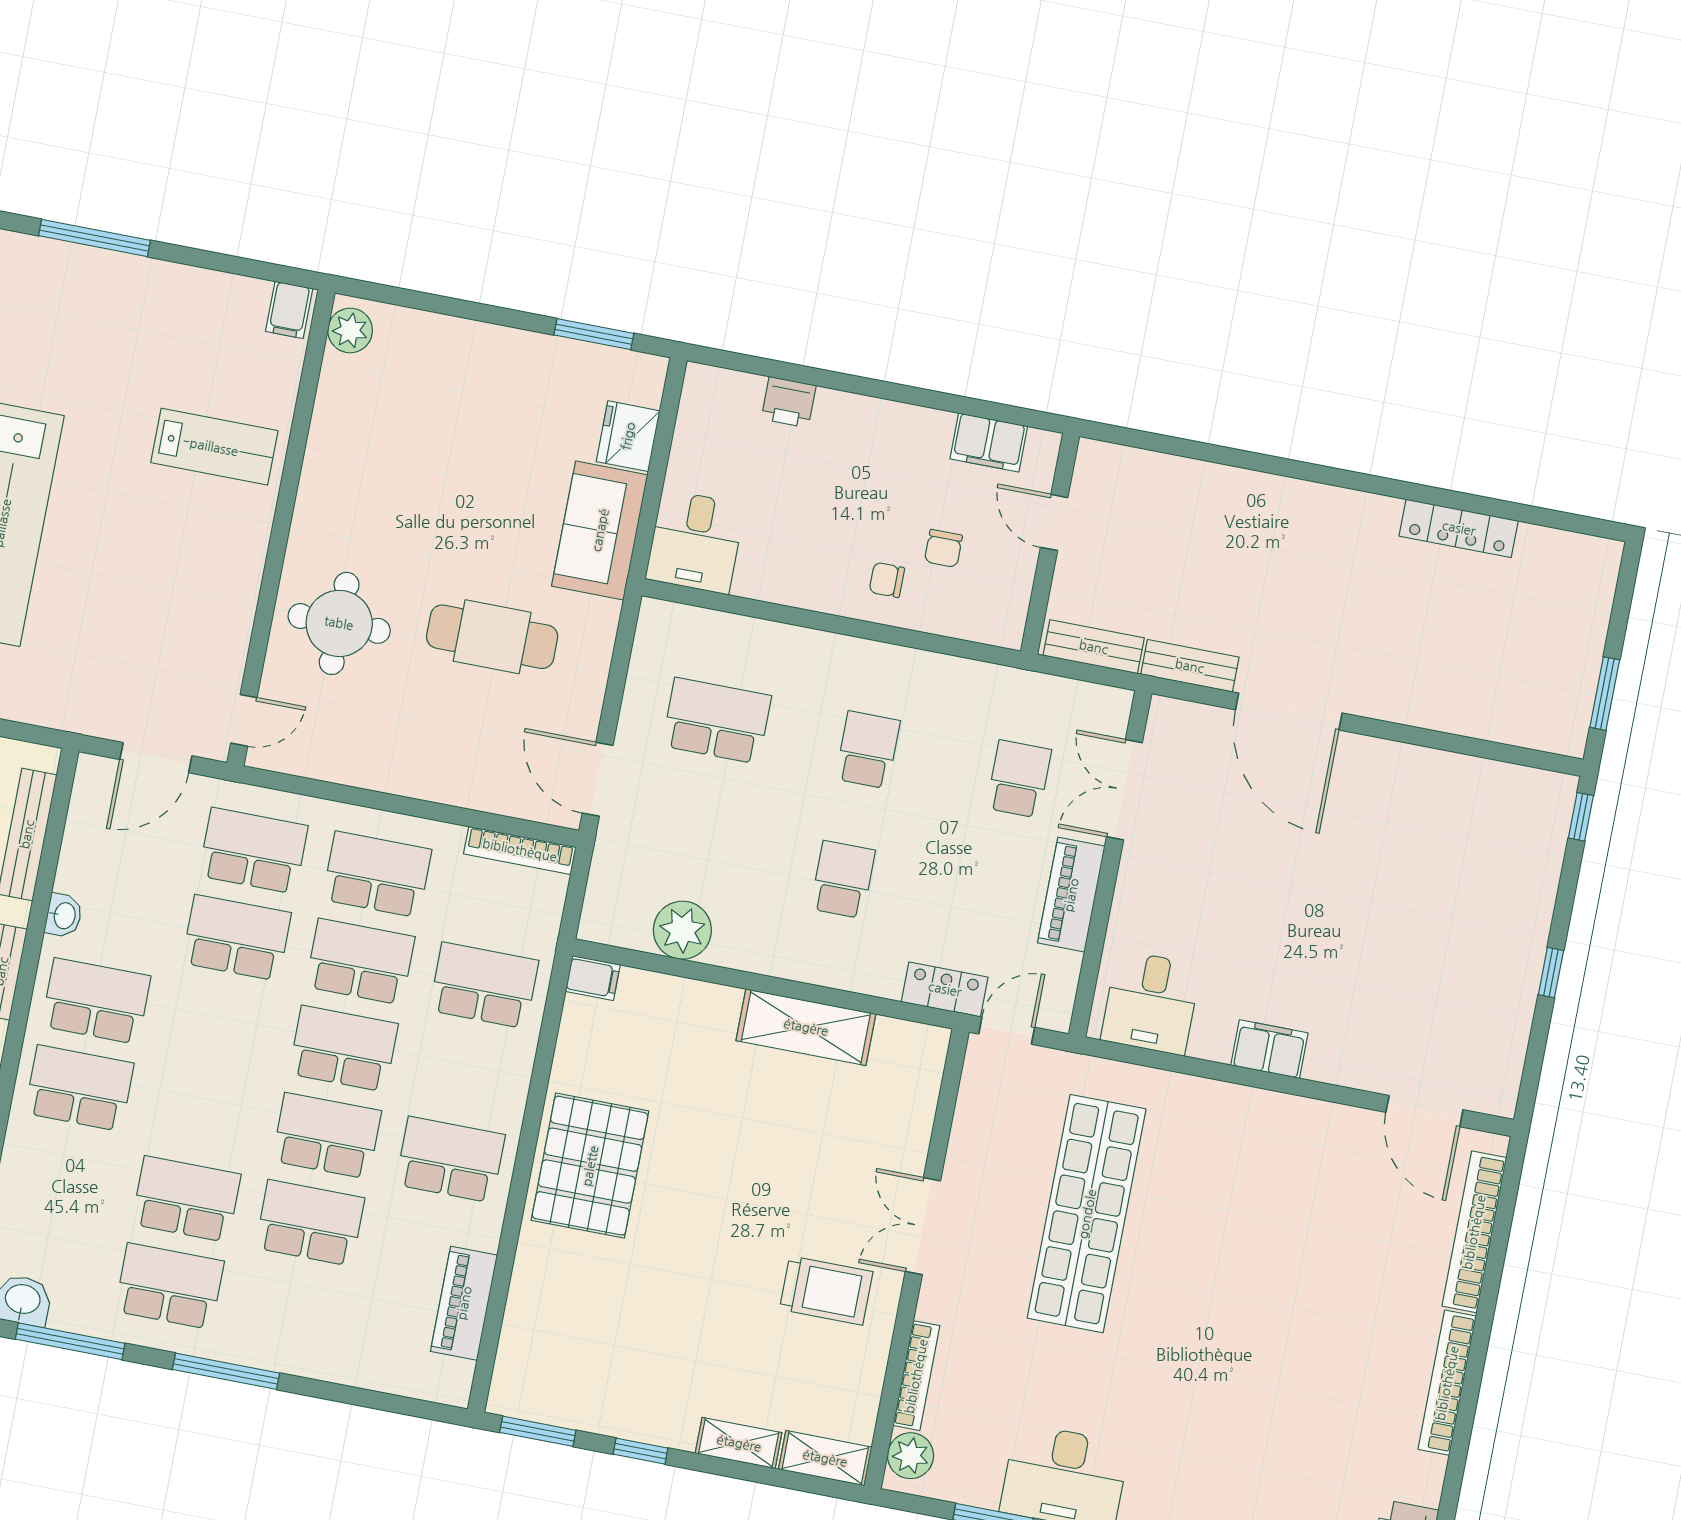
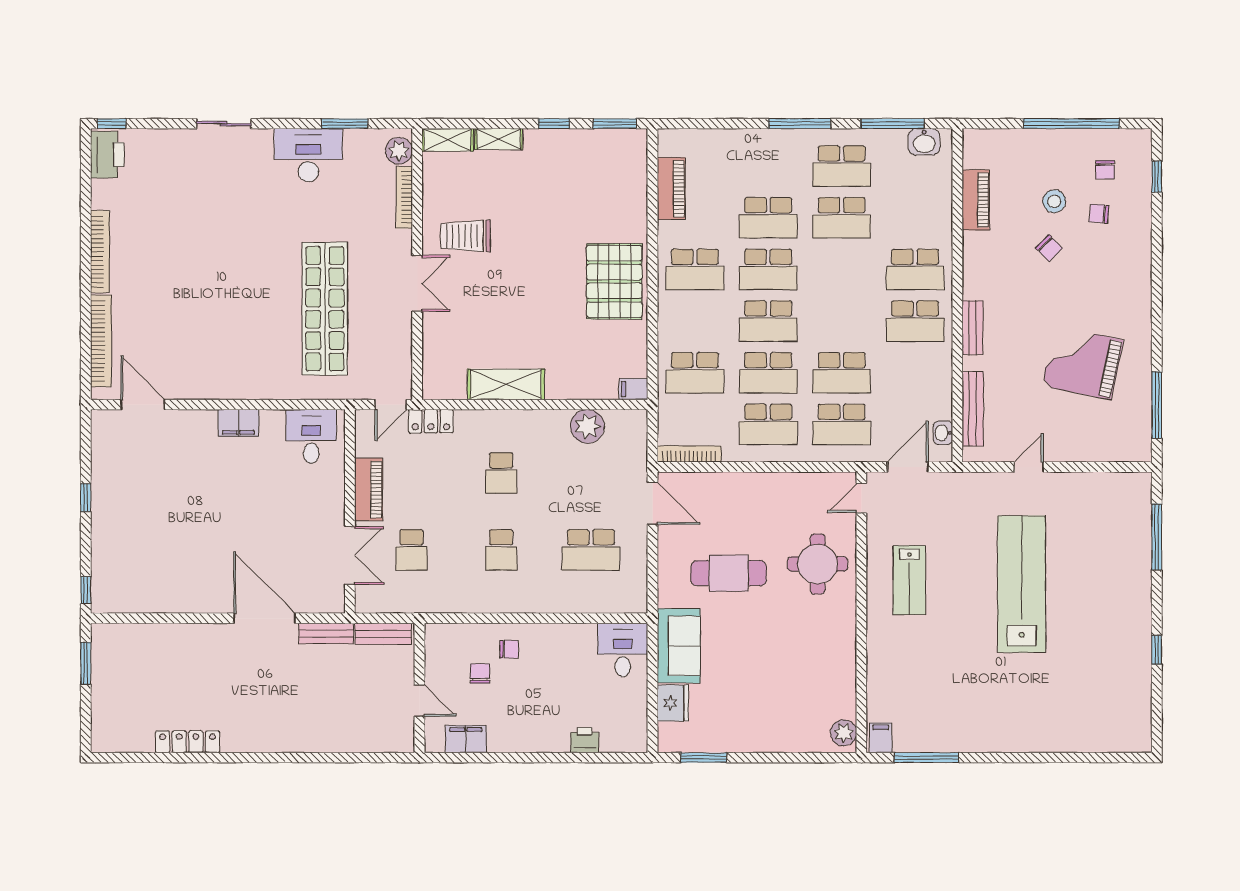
window: (94, 238) -> (927, 758), moved
lab bench: (214, 447) -> (909, 580), moved, turned -90
washbasin: (64, 915) -> (943, 433), moved

